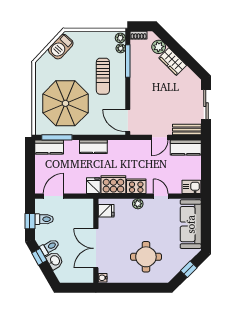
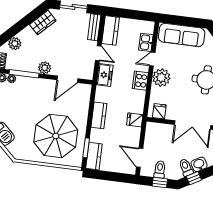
wardrobe: (173, 62) -> (43, 23), moved
sun lounger: (103, 76) -> (35, 98), removed
plant: (137, 82) -> (45, 68), added
door: (128, 121) -> (67, 79), moved
window: (57, 137) -> (86, 148), width x0.69
freezer: (137, 147) -> (105, 75), added
cooker: (113, 185) -> (136, 101), removed
kitchen sink: (191, 187) -> (146, 42), moved
plant: (138, 204) -> (161, 78), width x1.87, depth x1.87

